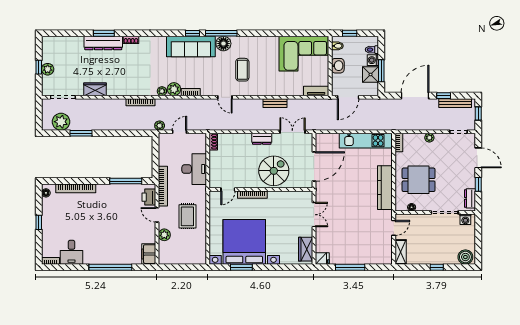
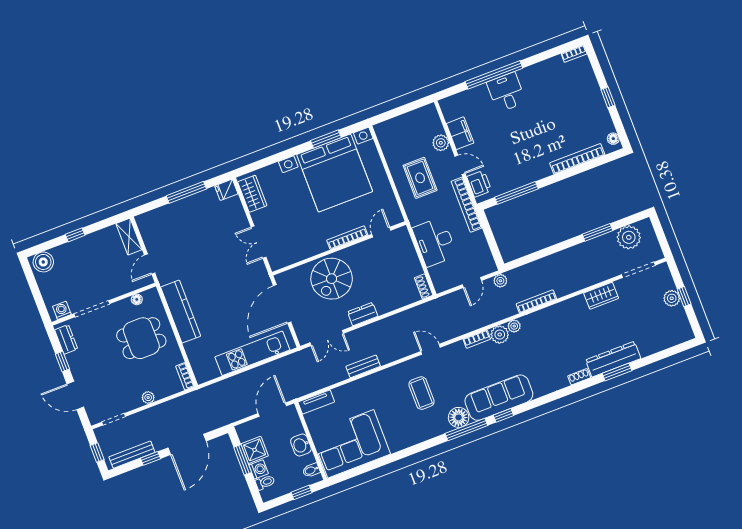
kitchen unit: (366, 141) -> (252, 353), moved
desk: (71, 252) -> (506, 92), moved
filing cabinet: (149, 254) -> (460, 133), moved

